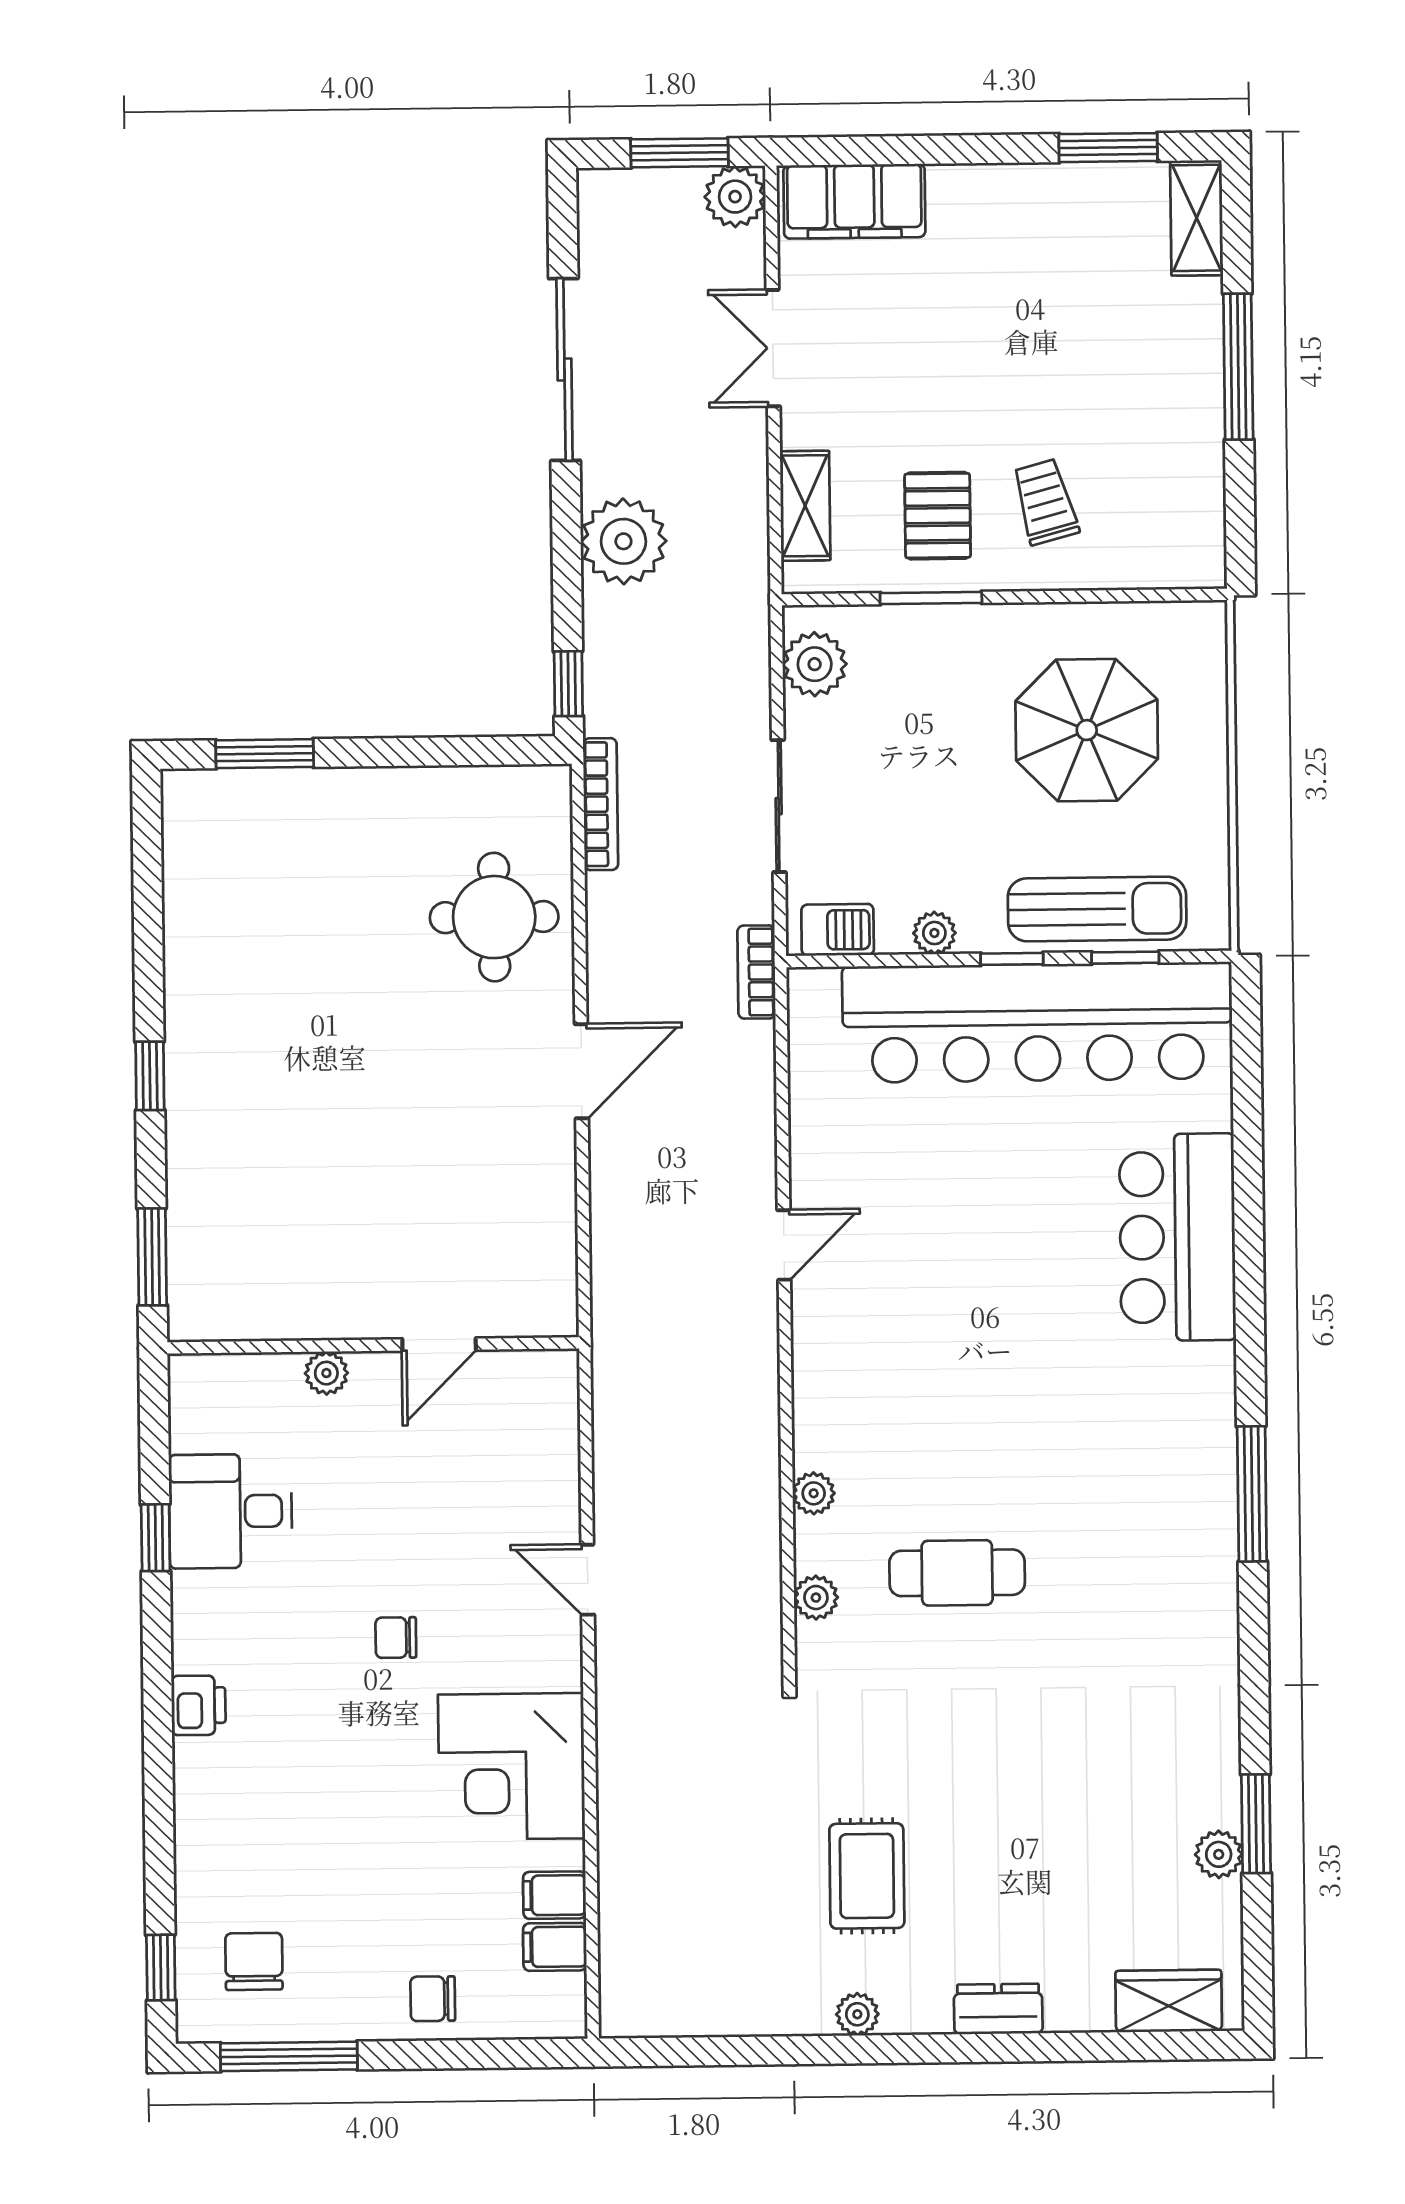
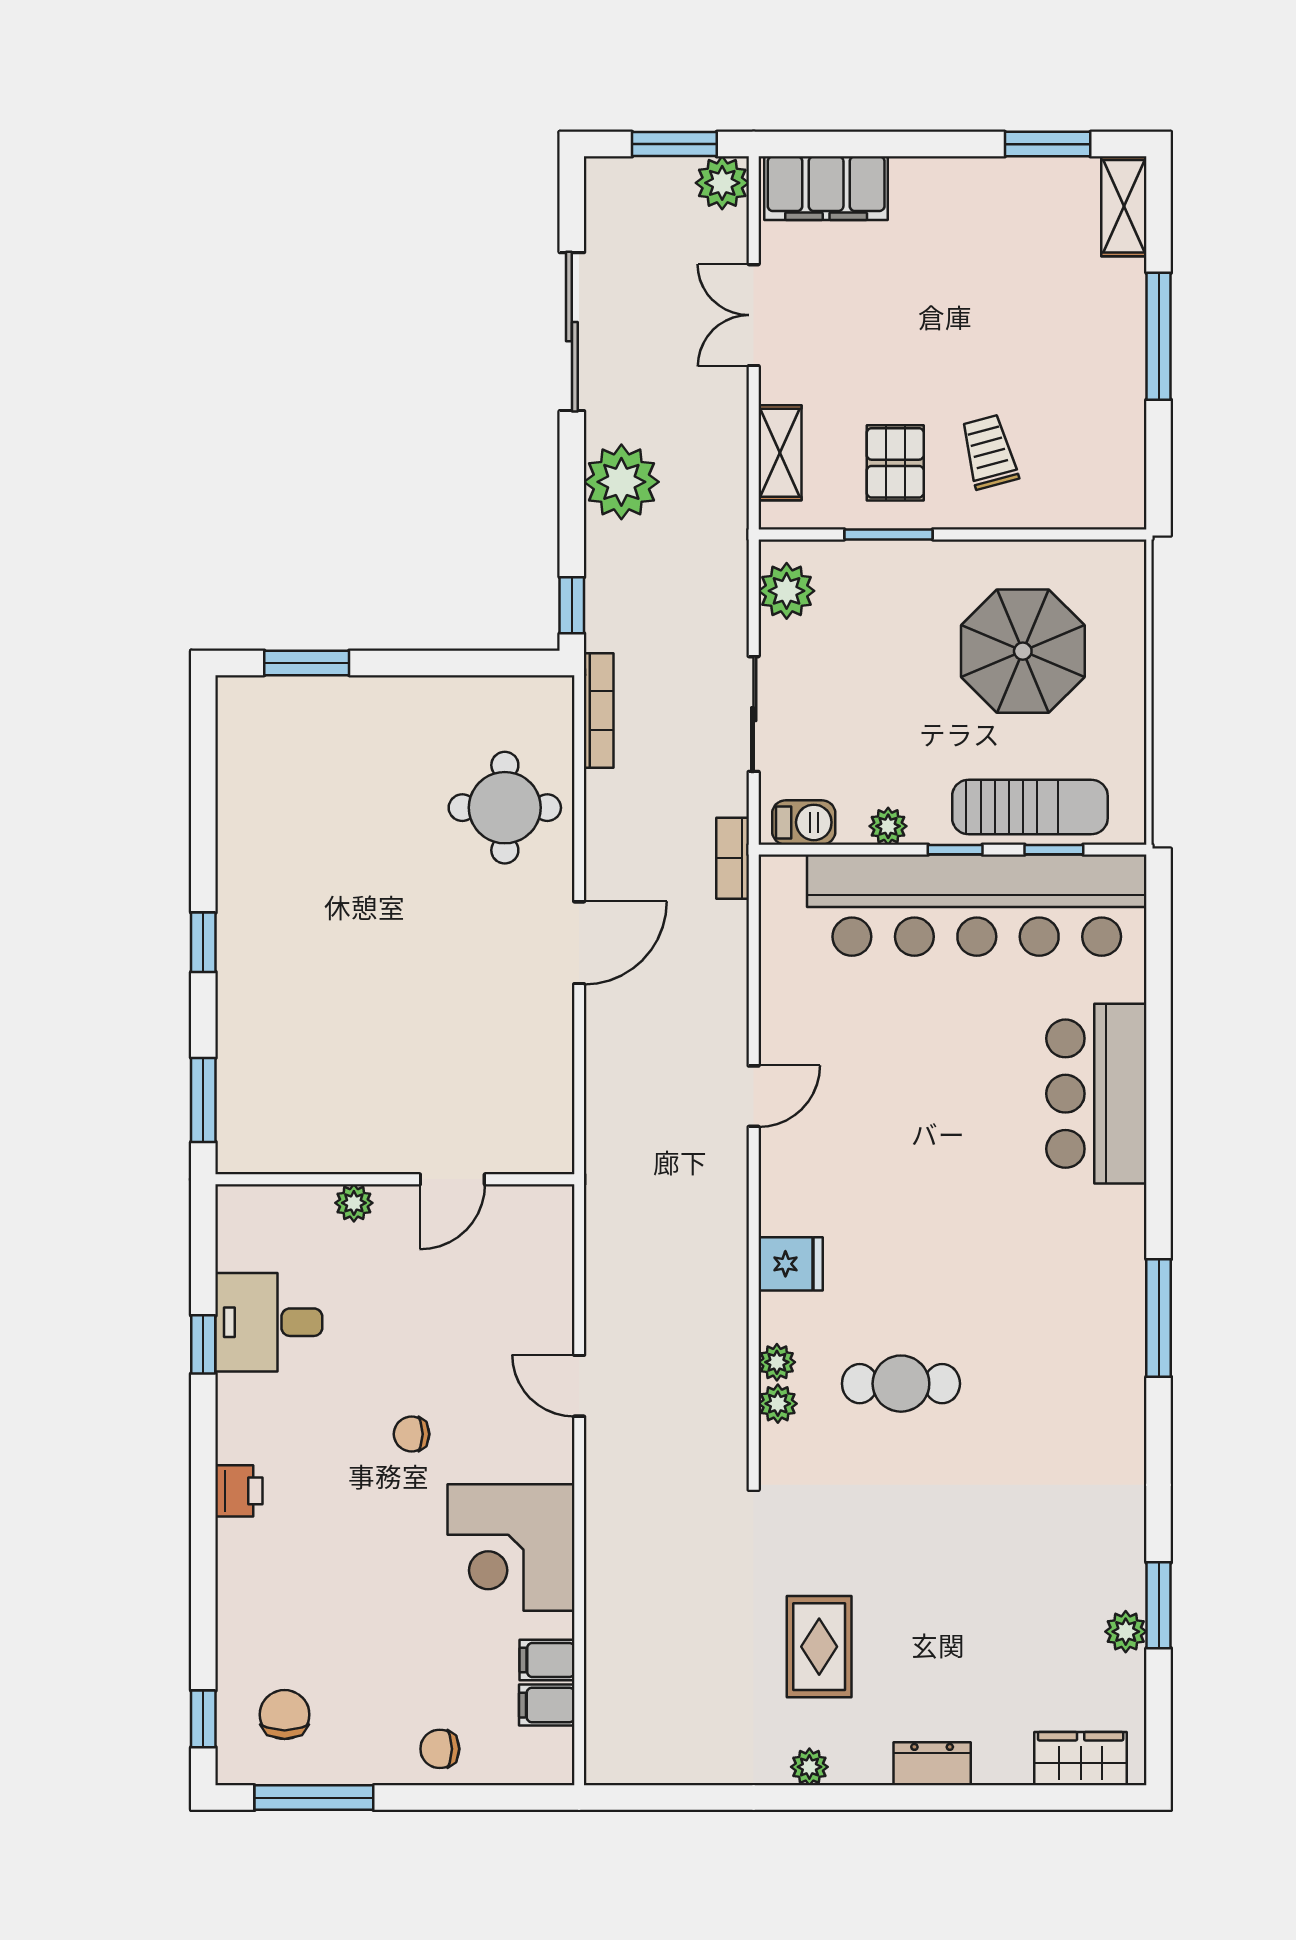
fridge: (829, 1437) -> (791, 1264), added
plant: (814, 1493) -> (777, 1362), moved

